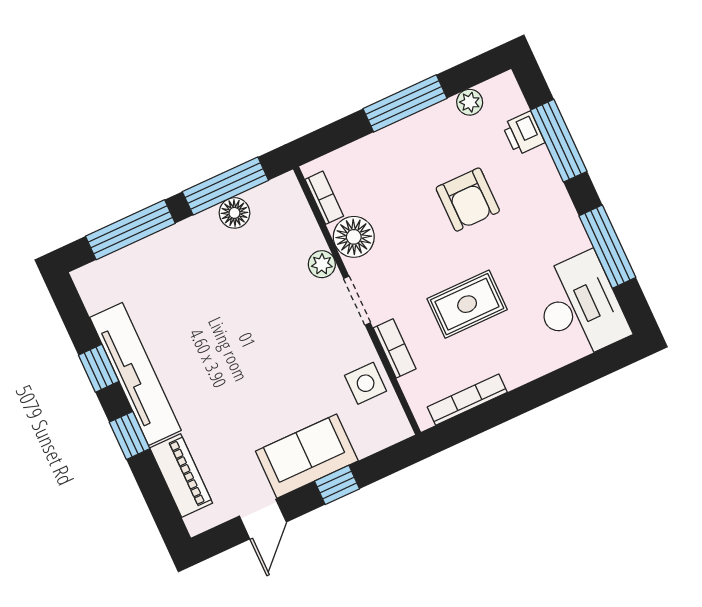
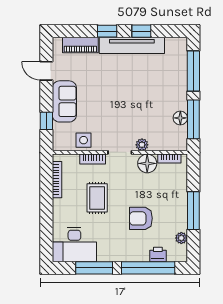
window: (559, 141) -> (148, 268), width x1.46
window: (337, 485) -> (46, 121), moved

